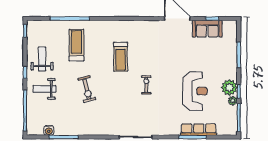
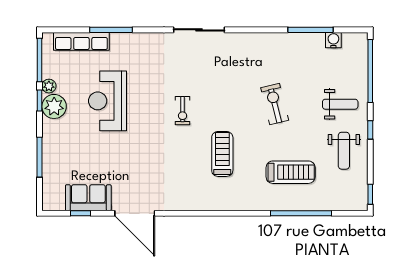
treadmill: (76, 45) -> (291, 172), turned -90
row of seats: (199, 130) -> (81, 41), moved

